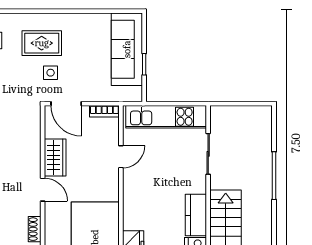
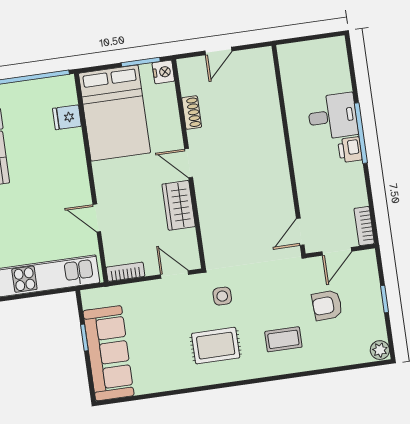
side table: (51, 73) -> (222, 296), moved
door: (66, 104) -> (175, 275), width x0.73
door: (121, 157) -> (97, 218), hinge flipped

